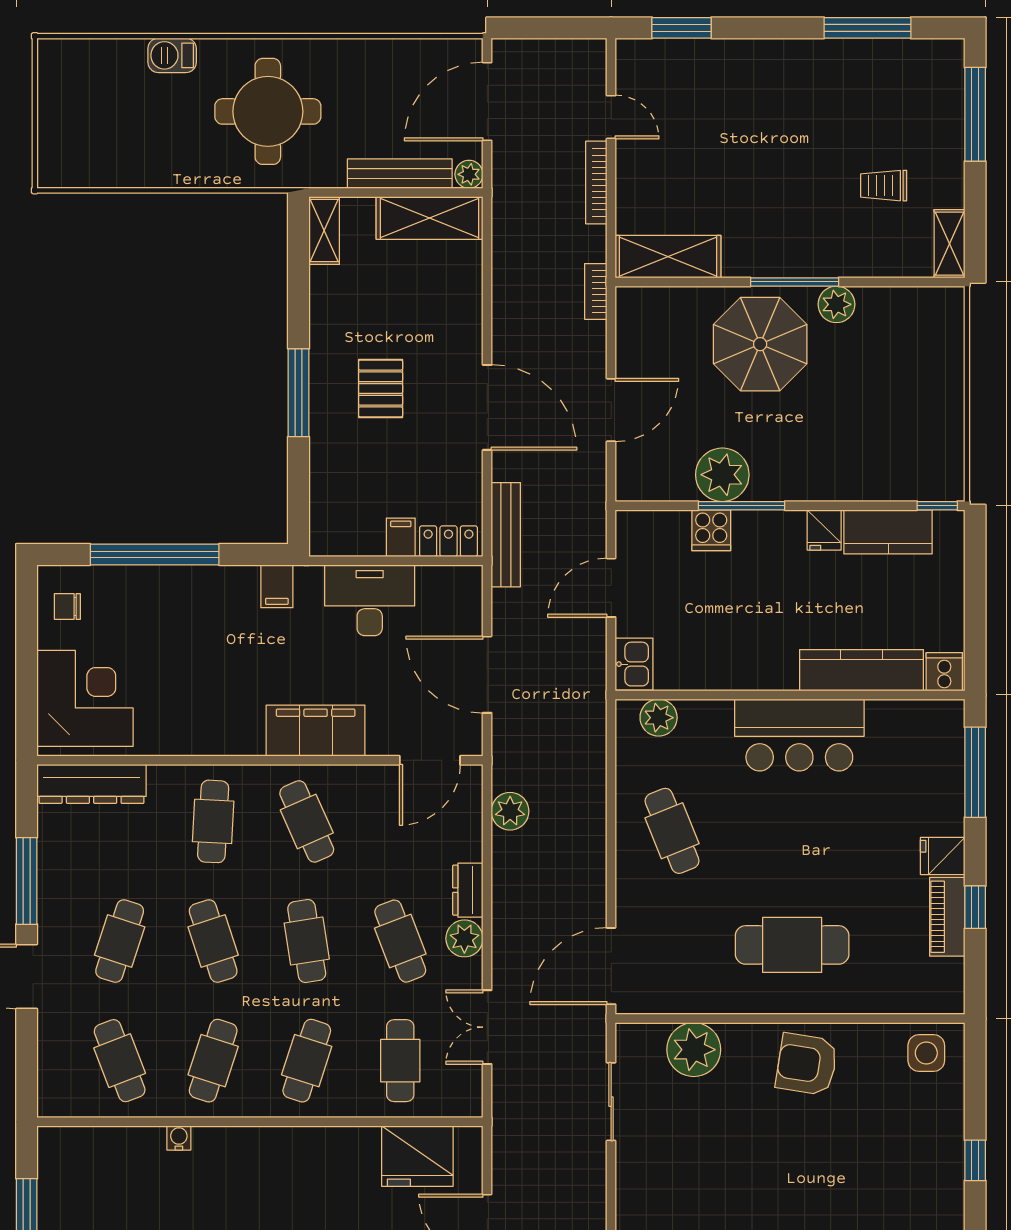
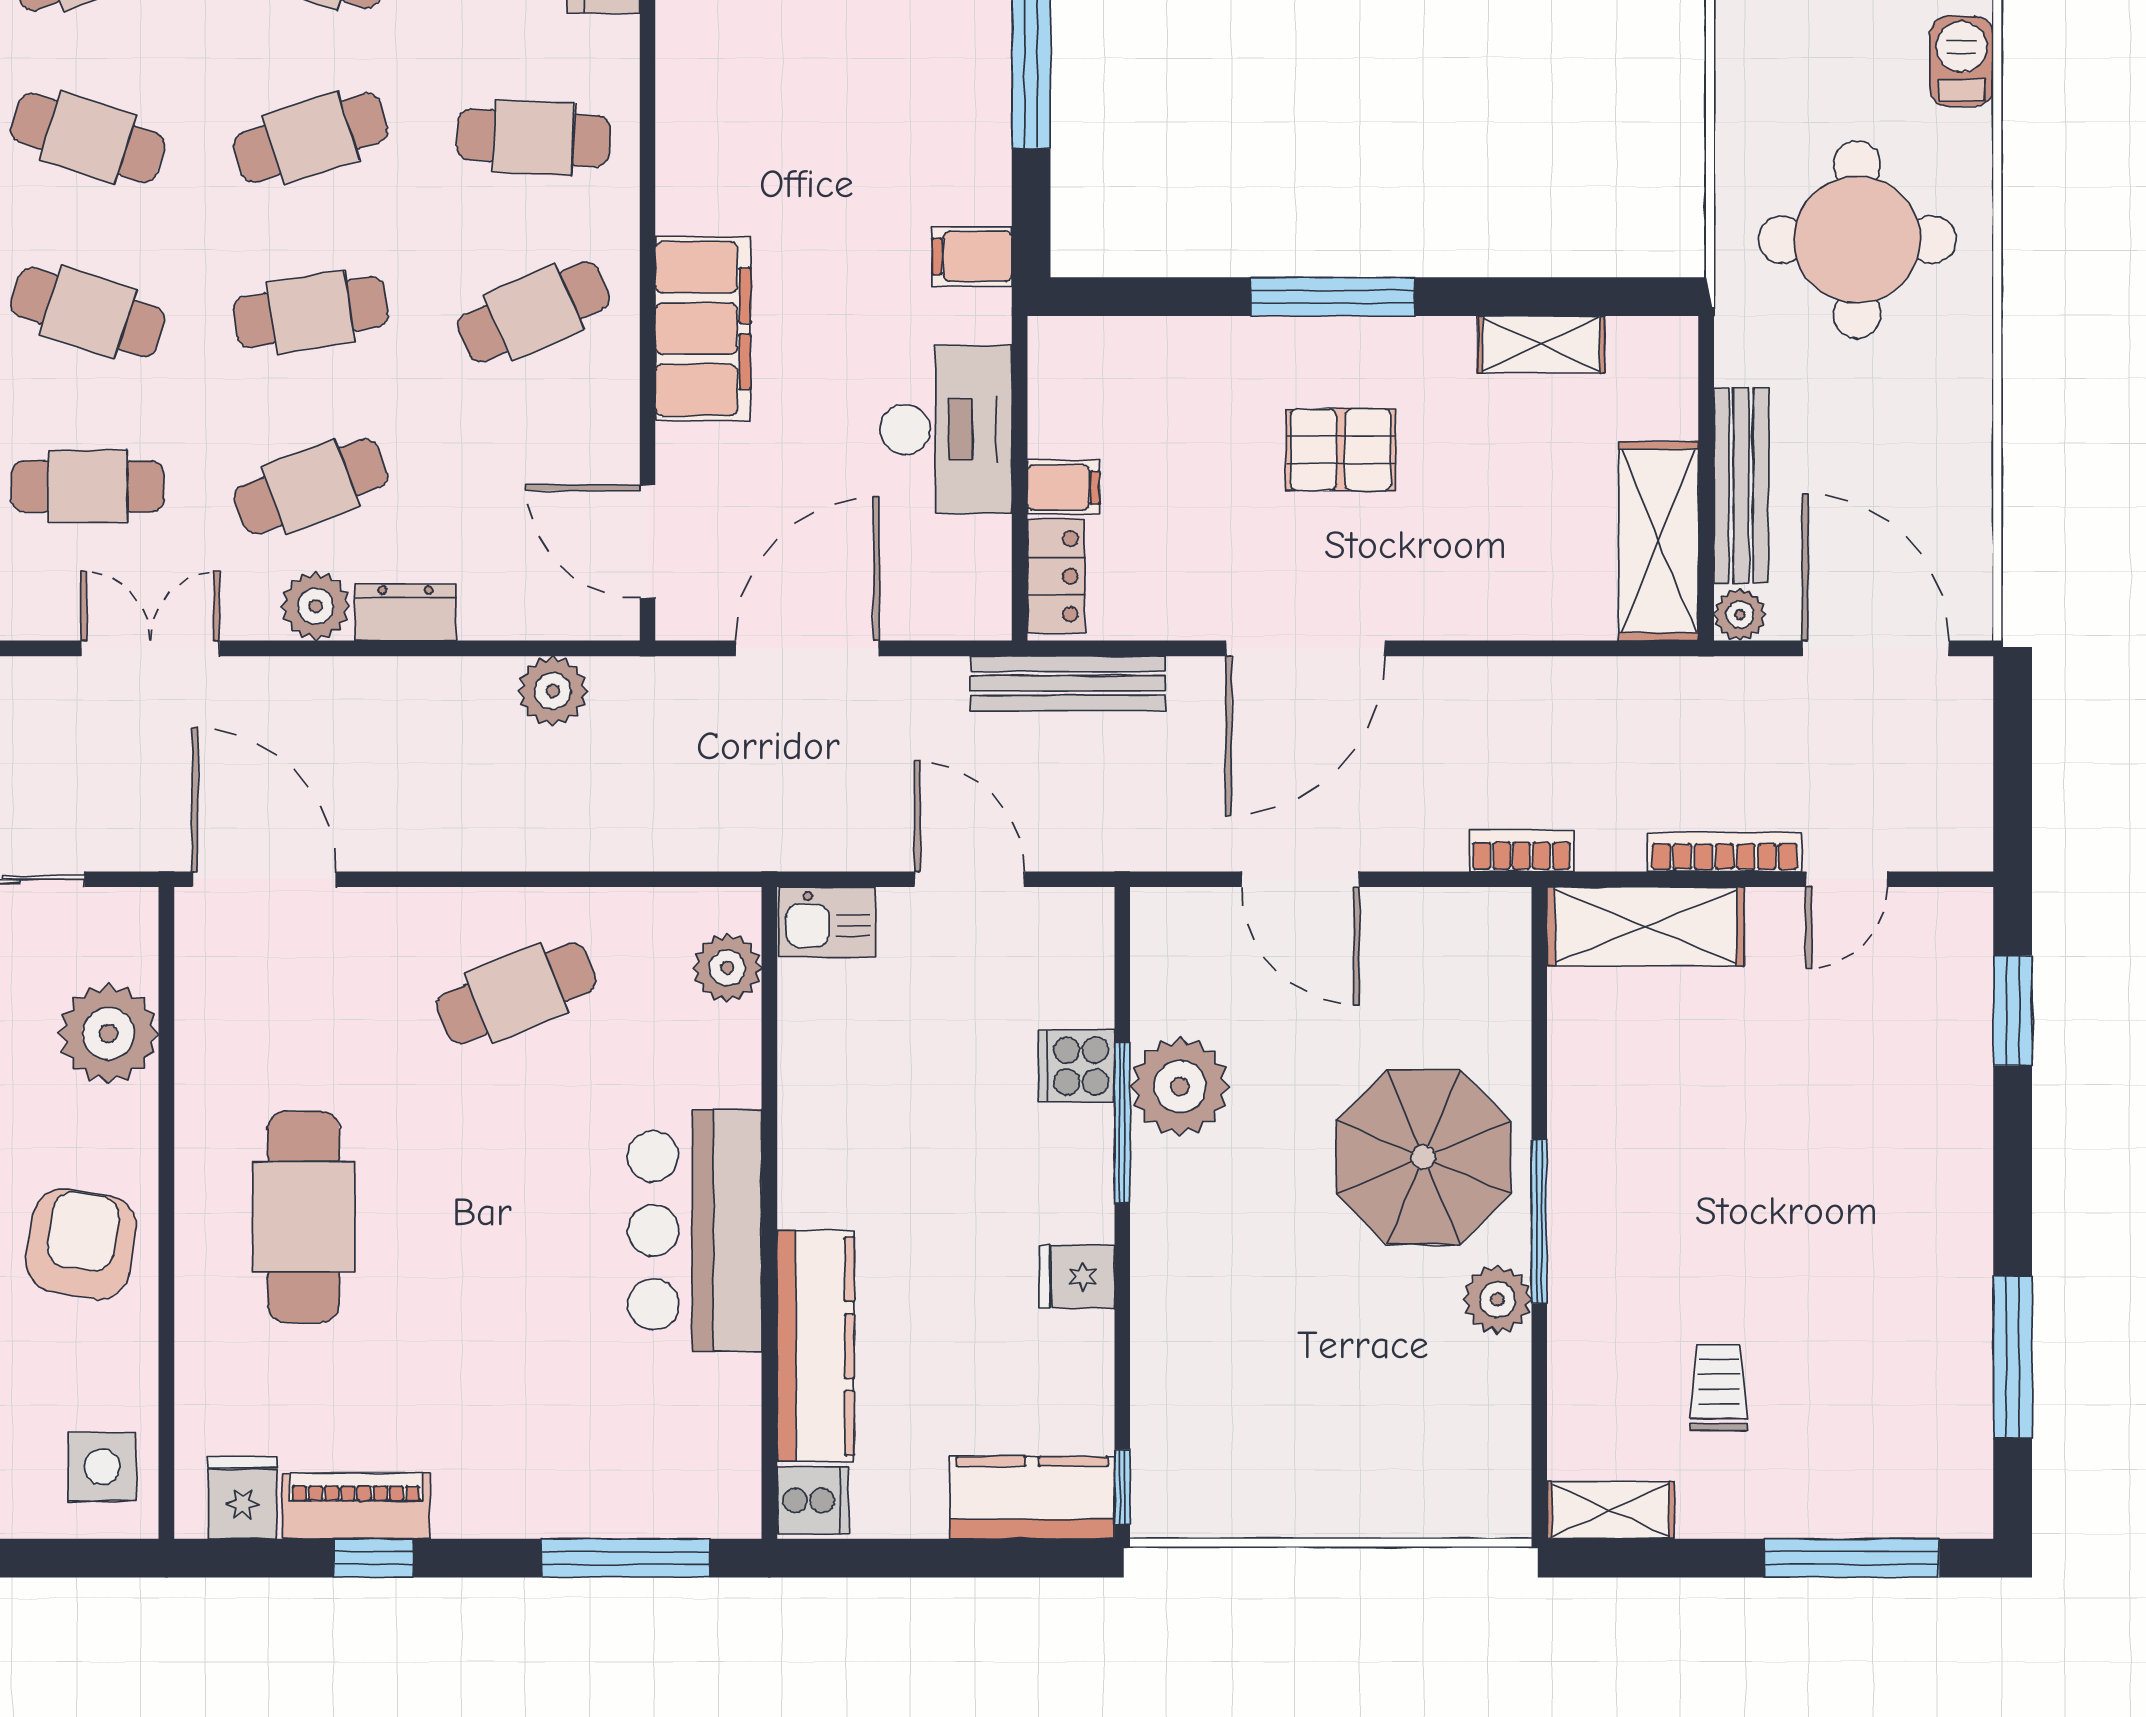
shelving: (324, 231) -> (1541, 344), moved
shelving: (668, 257) -> (1646, 926), moved, turned 90
kitchen counter: (888, 532) -> (1032, 1498), moved, turned 90
fridge: (943, 856) -> (243, 1497), moved

